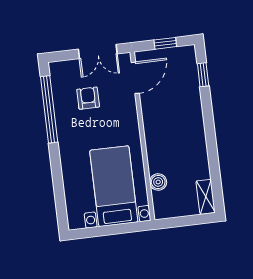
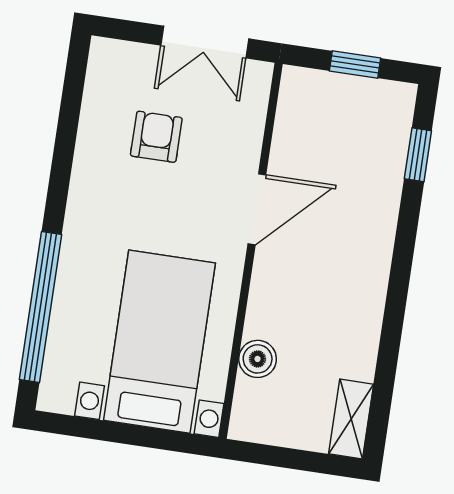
door: (135, 78) -> (257, 209), moved
window: (49, 109) -> (40, 307), moved

